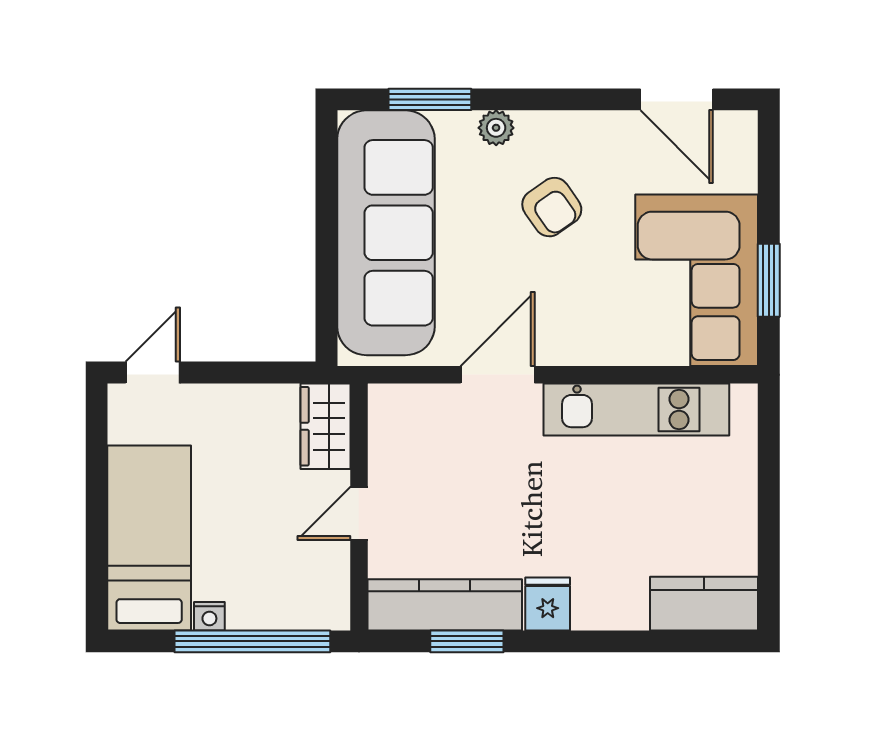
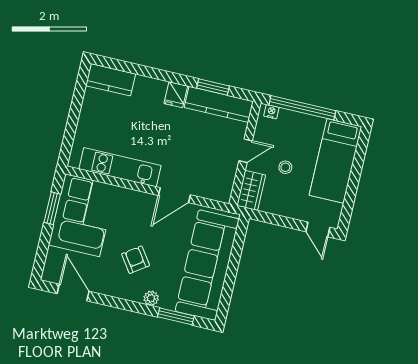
door: (153, 373) -> (318, 229), hinge flipped
stool: (260, 497) -> (285, 167), added
nightstand: (209, 616) -> (271, 112), moved

